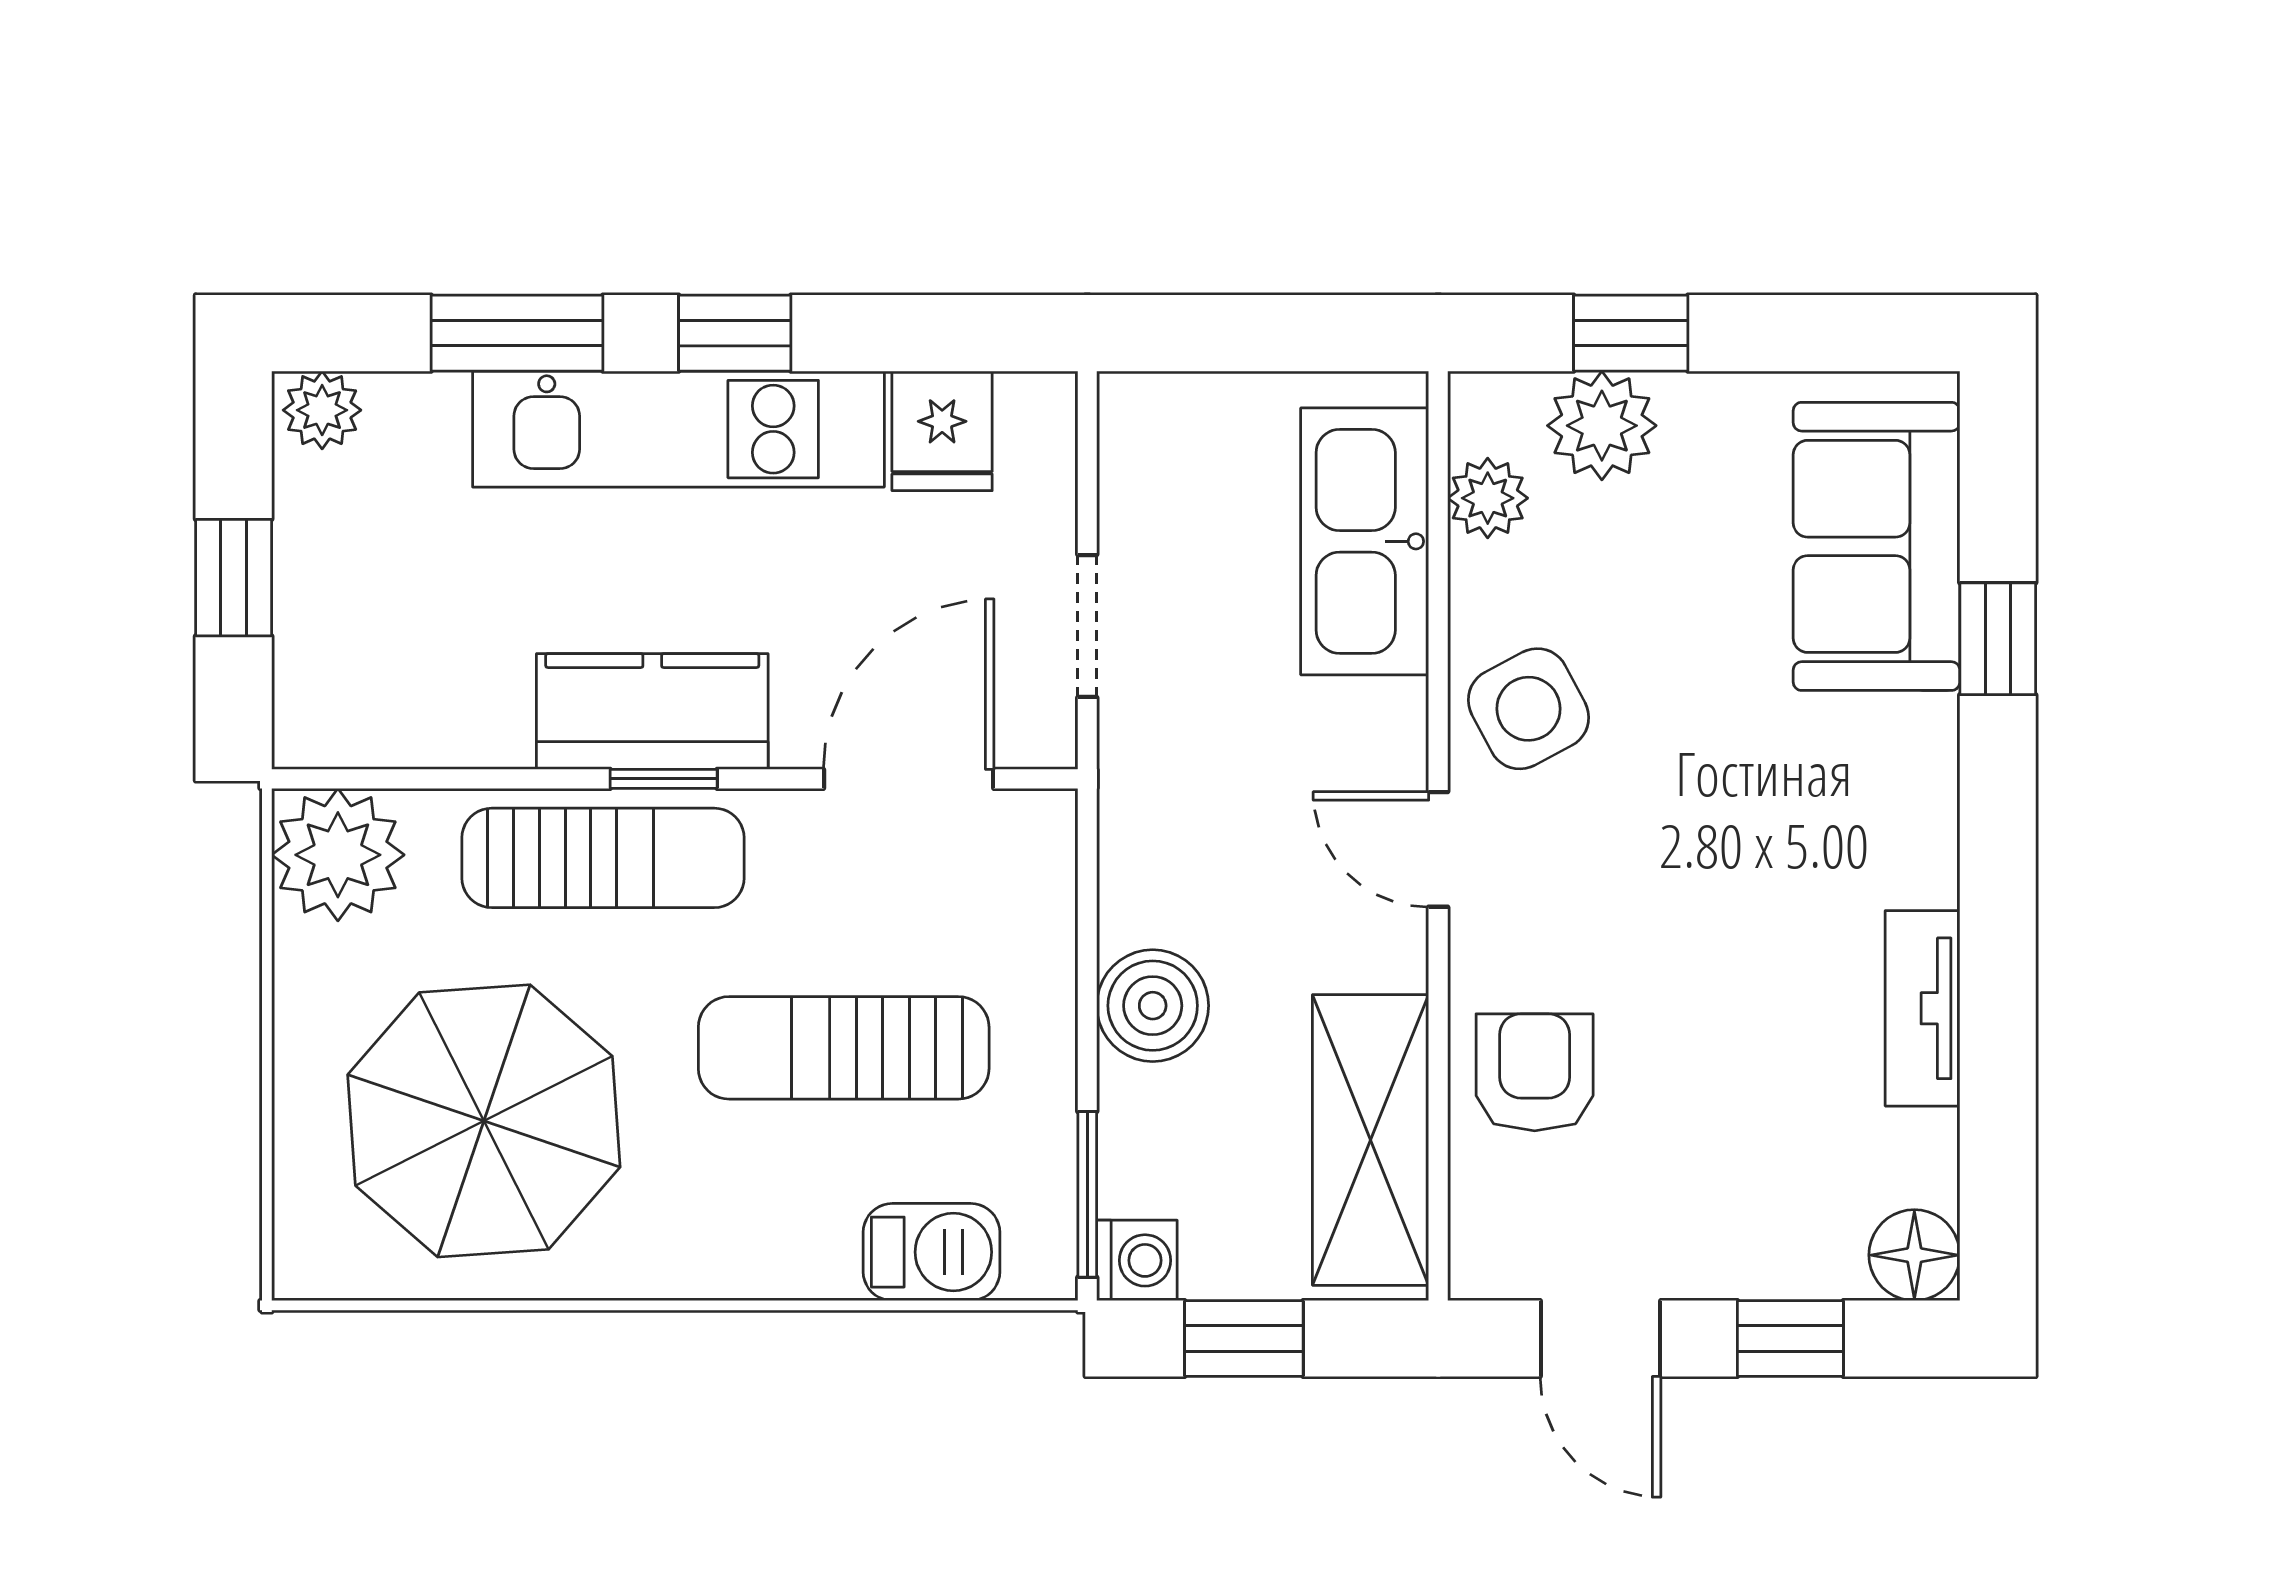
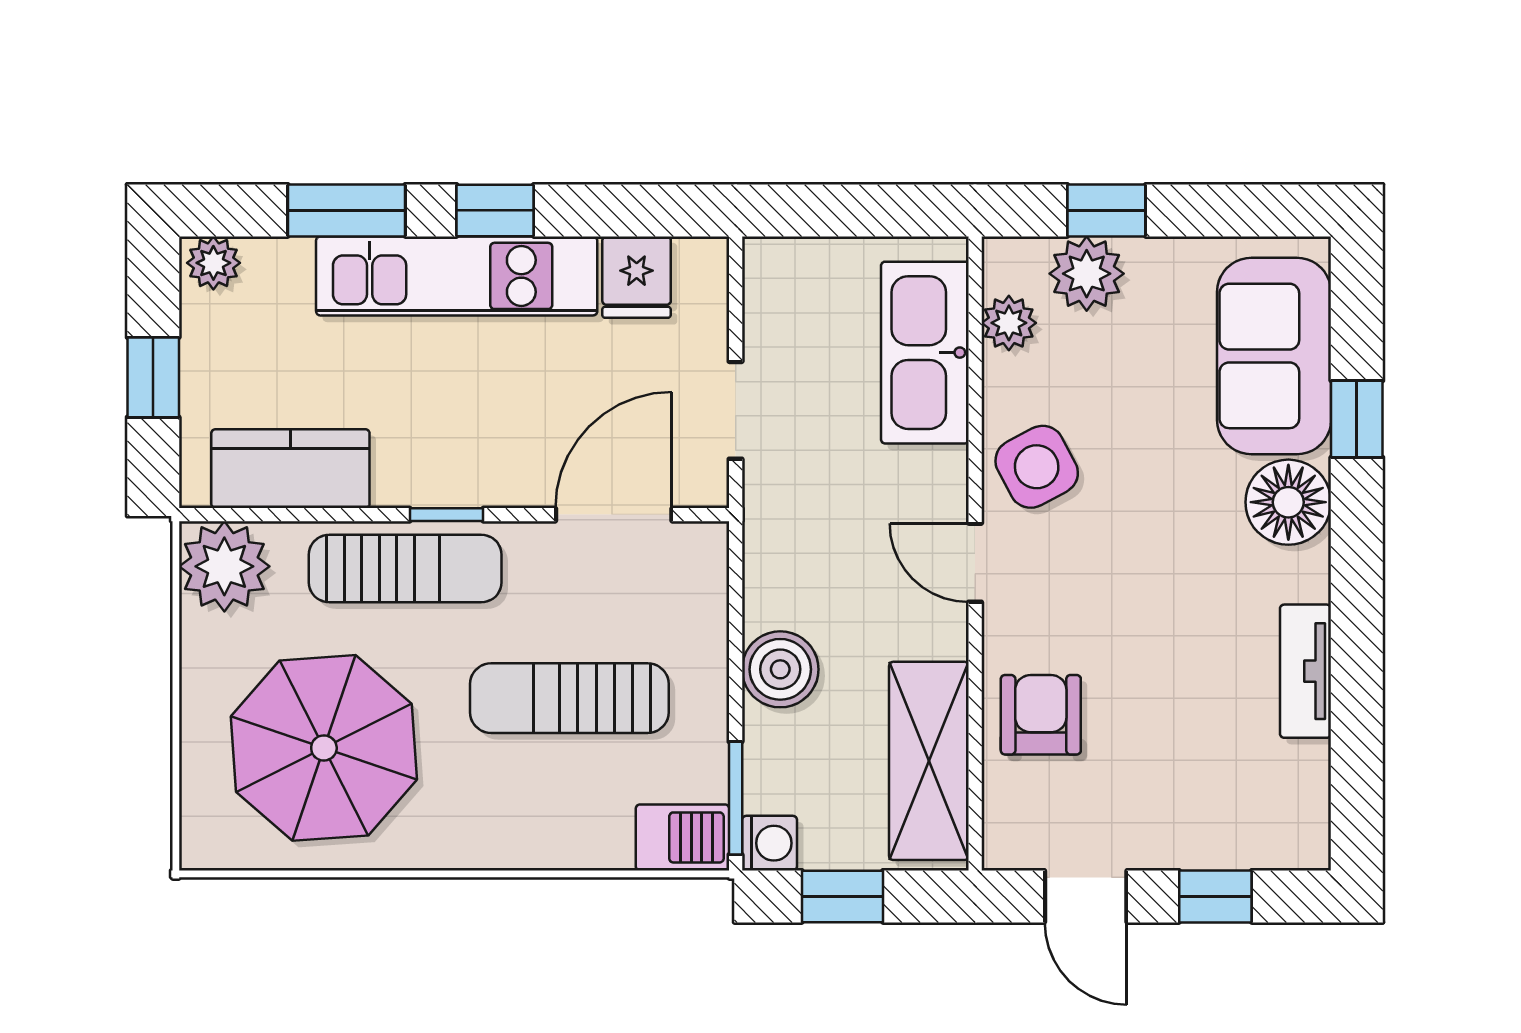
kitchen counter: (652, 712) -> (290, 469), moved
barbecue: (931, 1252) -> (682, 837), moved
floor lamp: (1914, 1255) -> (1288, 502), moved, width x1.38, depth x1.38

